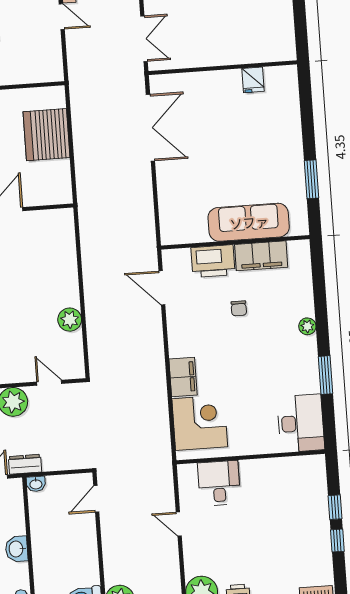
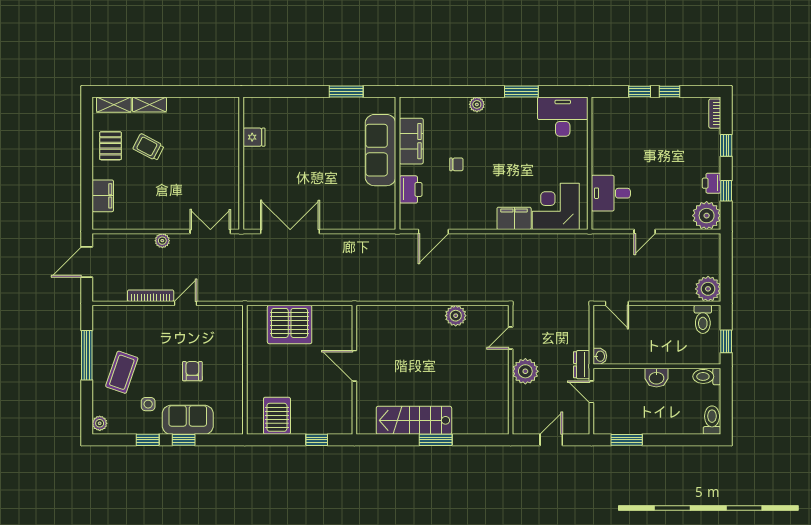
printer: (213, 261) -> (411, 189), width x0.73, depth x0.84

